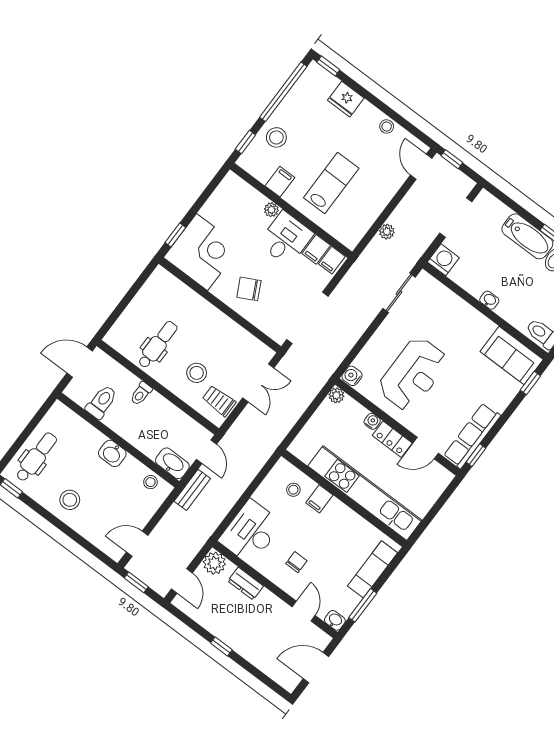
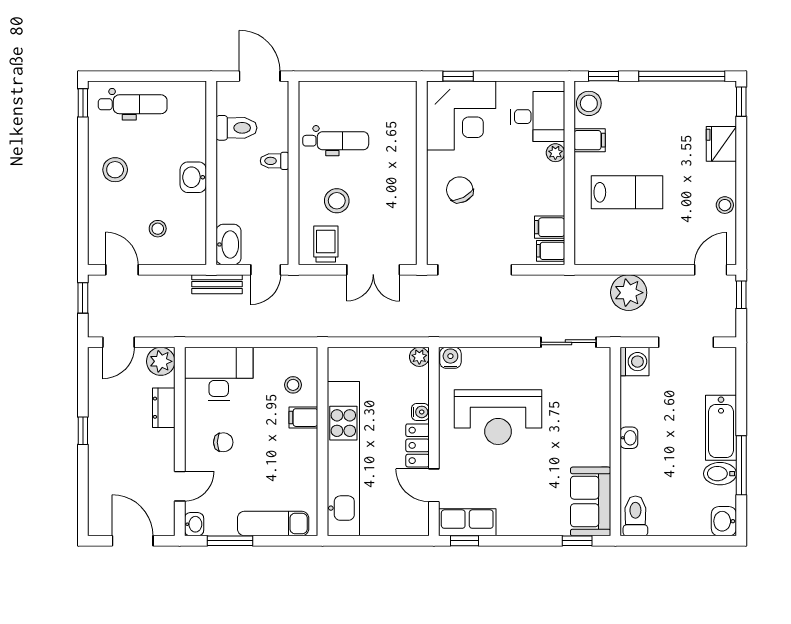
stool: (276, 137) -> (589, 103), moved
plant: (387, 232) -> (629, 293), width x1.88, depth x1.88
desk: (286, 239) -> (537, 117), moved
row of seats: (472, 436) -> (467, 522), width x0.68
stool: (150, 482) -> (158, 229), moved

